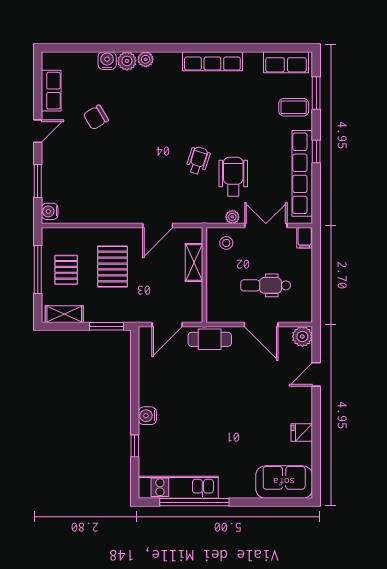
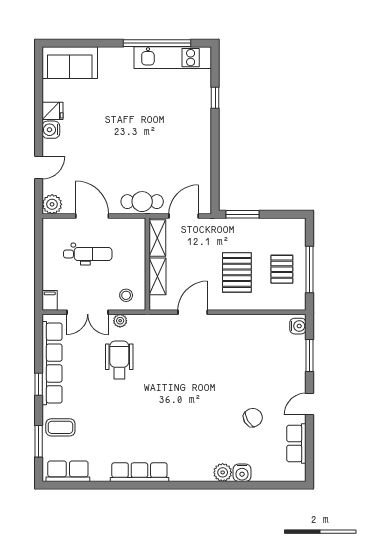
plant: (146, 59) -> (205, 474), removed
wheelchair: (198, 161) -> (154, 375), removed
wheelchair: (233, 177) -> (119, 360), turned 180
shelving: (64, 314) -> (157, 238), moved, turned 90
water cooler: (147, 416) -> (51, 130), moved, turned 180

